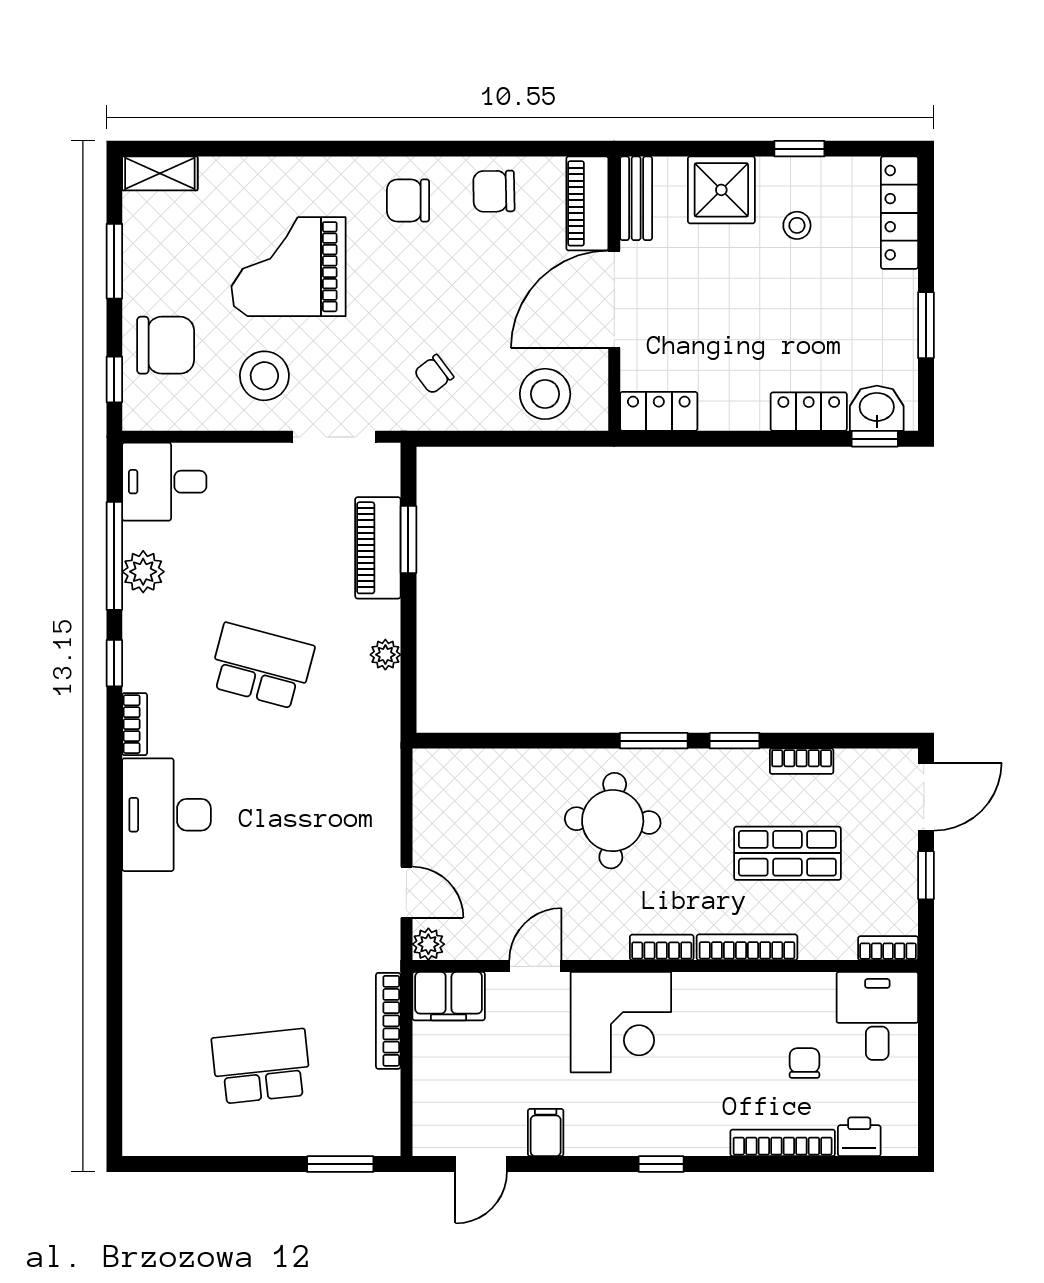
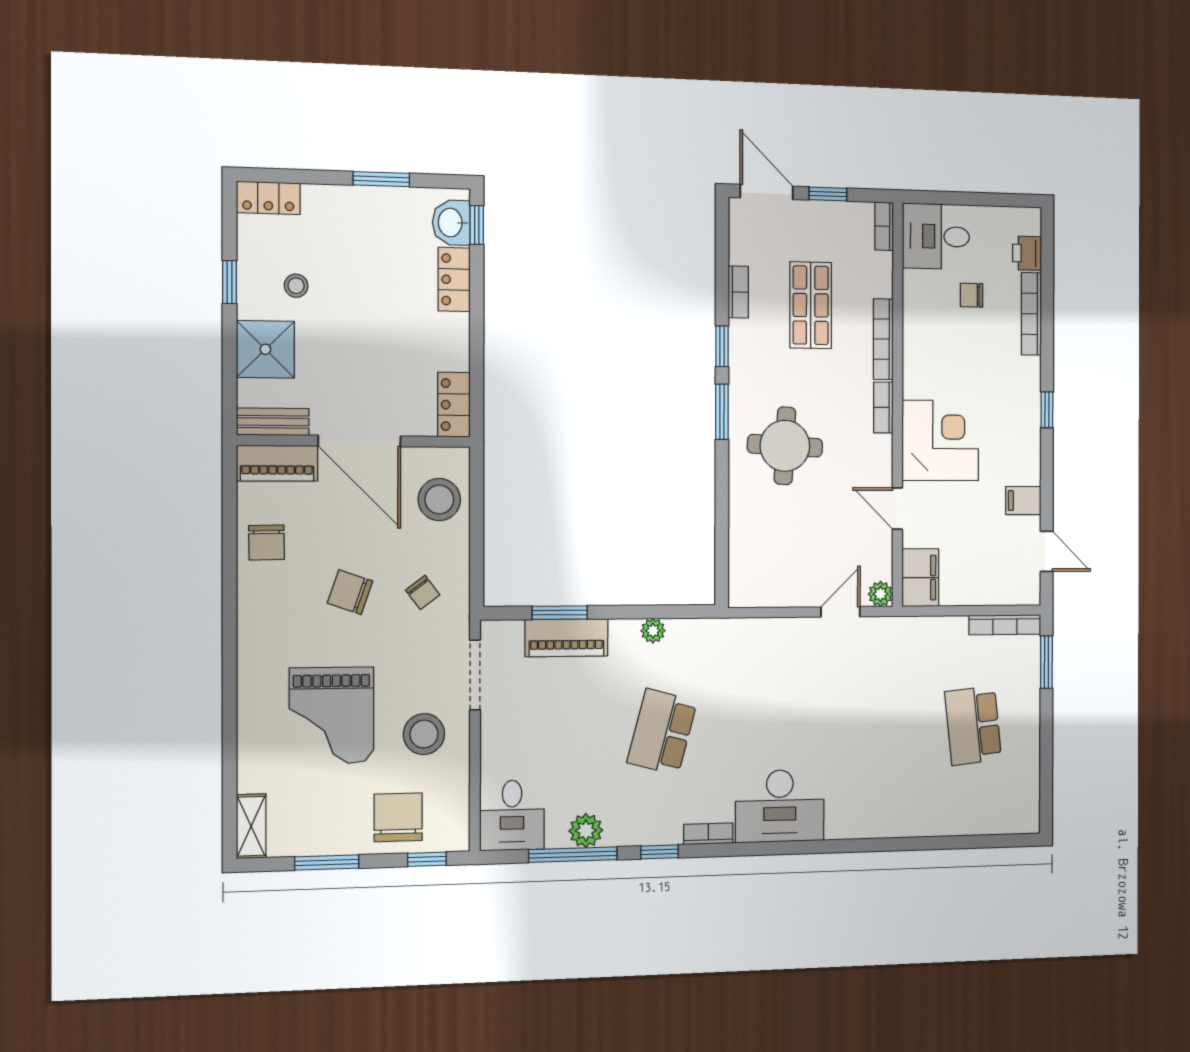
chair: (408, 201) -> (350, 592), moved, turned 109
locker: (900, 213) -> (268, 198), width x0.66
bookcase: (388, 1021) -> (1005, 625), moved

